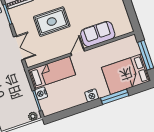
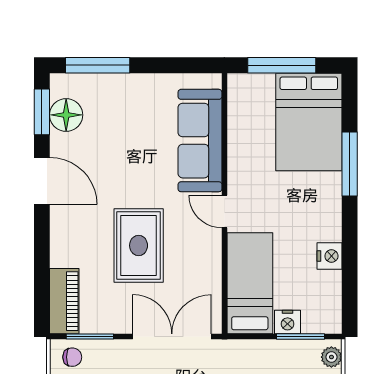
sofa: (98, 34) -> (200, 141), width x1.36
double door: (19, 48) -> (172, 336), width x1.37
nightstand: (92, 95) -> (329, 256), moved

